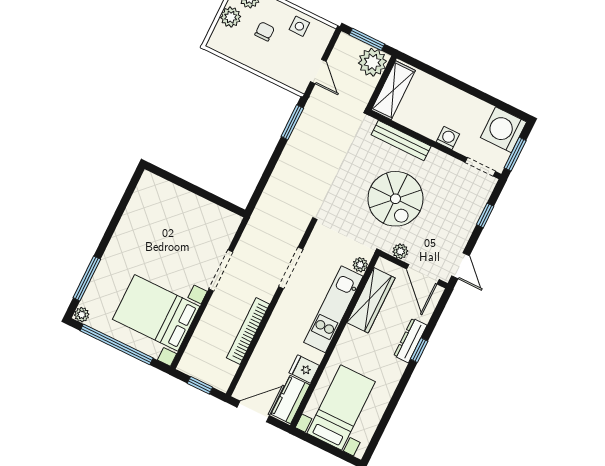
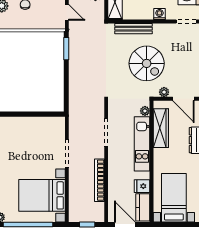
door: (253, 411) -> (125, 225), hinge flipped

